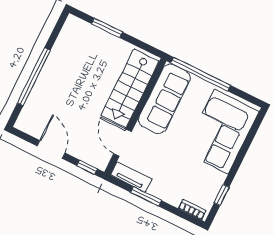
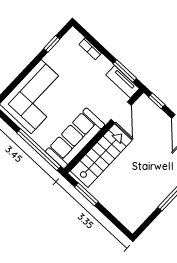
window: (107, 28) -> (86, 194), moved
window: (146, 196) -> (125, 71), moved
bookcase: (192, 210) -> (90, 49), moved

